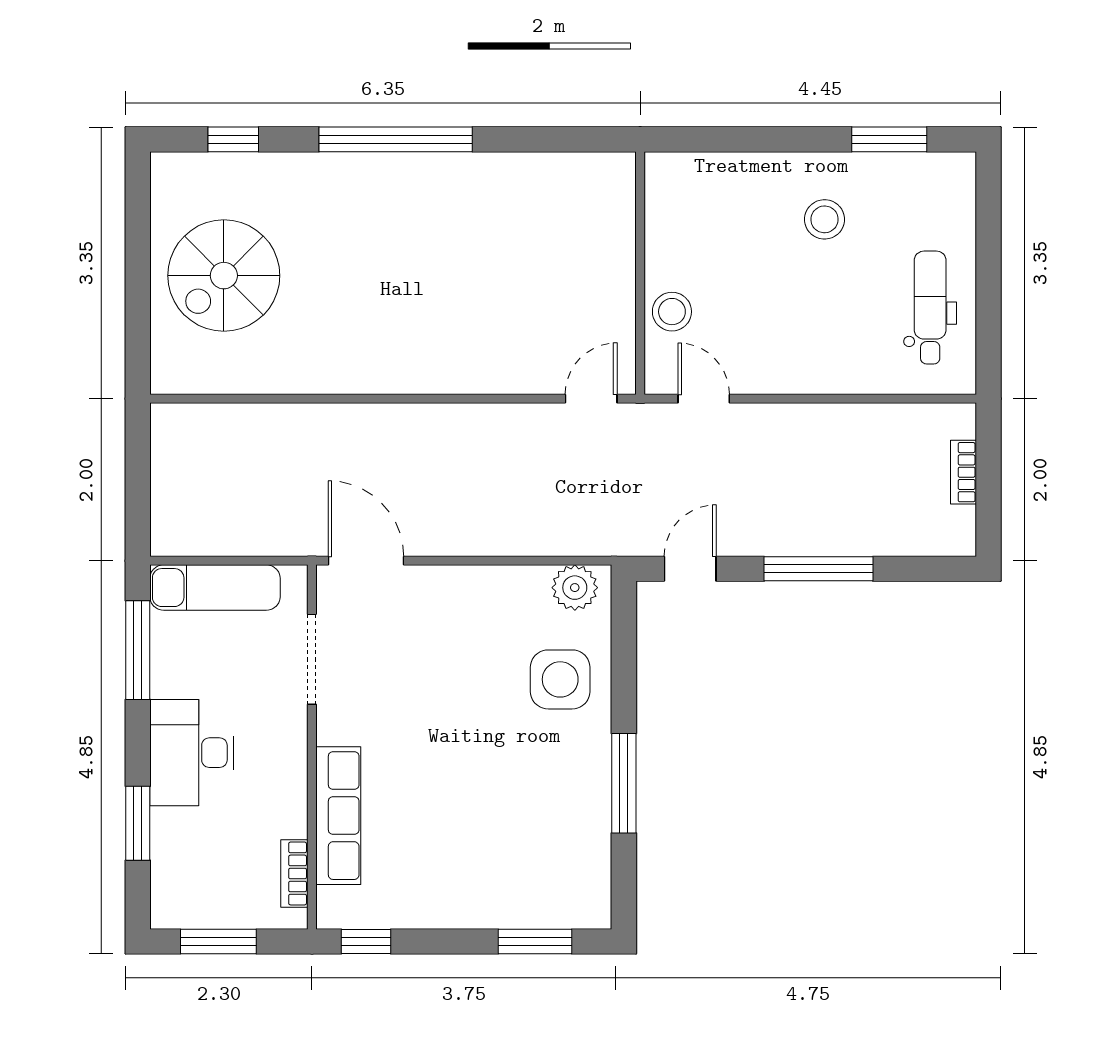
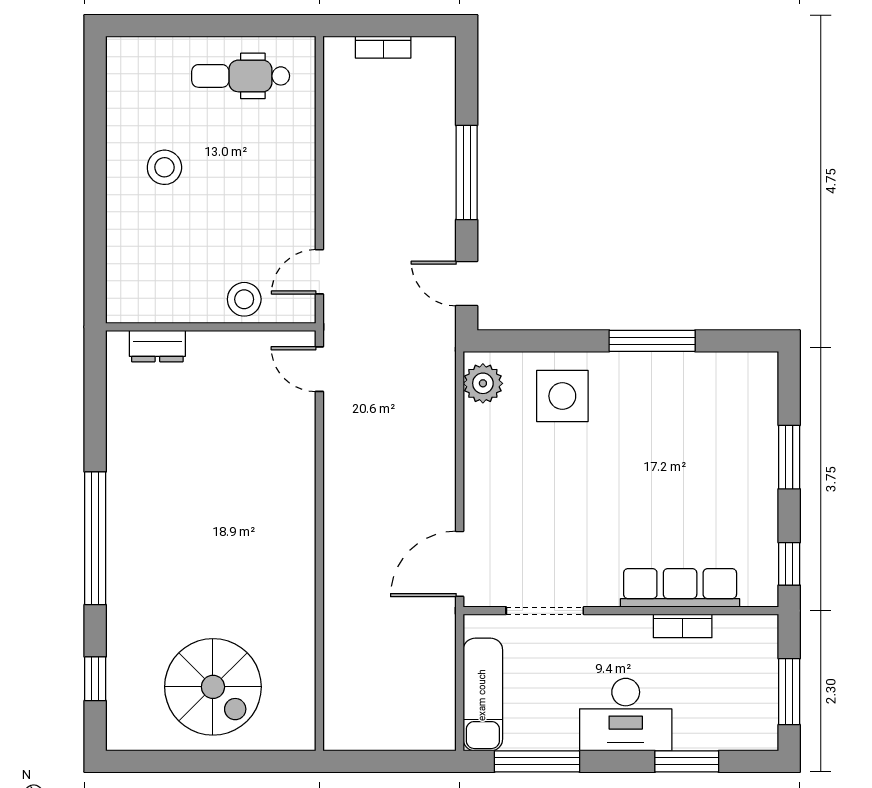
window: (889, 139) -> (95, 111), removed
dresser: (618, 211) -> (157, 346), added
bookcase: (294, 873) -> (683, 626), moved
window: (535, 941) -> (789, 457), moved

